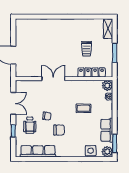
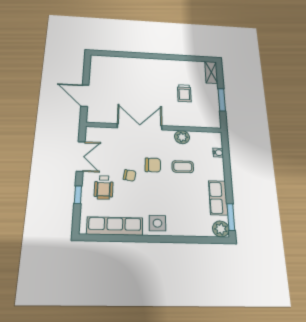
locker: (92, 72) -> (192, 121), removed
double door: (53, 79) -> (140, 127), width x1.37
plant: (107, 85) -> (182, 137), moved
chair: (59, 130) -> (153, 165), moved
side table: (91, 151) -> (157, 223), moved

